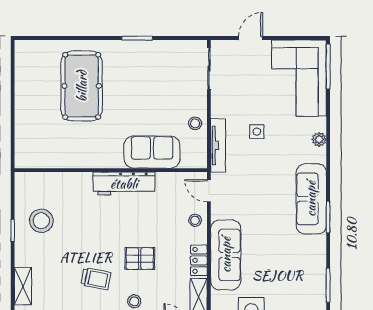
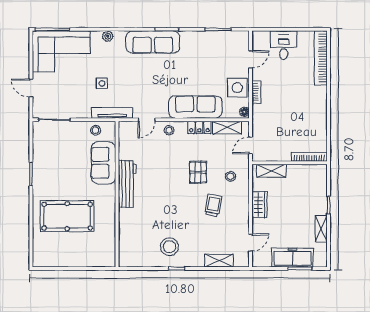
sofa: (152, 152) -> (103, 163), moved
wall: (111, 170) -> (117, 194), moved
workbench: (124, 184) -> (127, 184), moved

